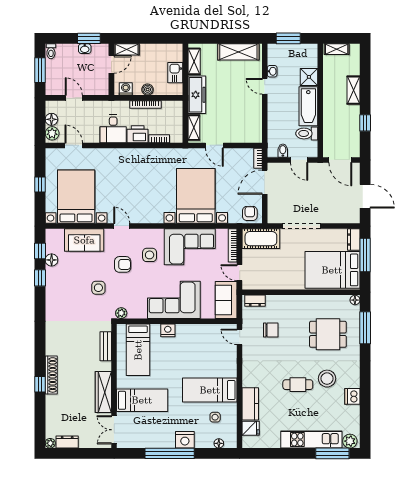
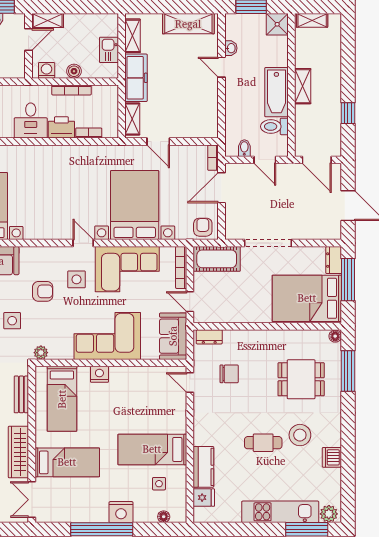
shower: (309, 77) -> (277, 24), moved
shelving: (353, 90) -> (303, 86), moved
door: (122, 226) -> (83, 243), moved

